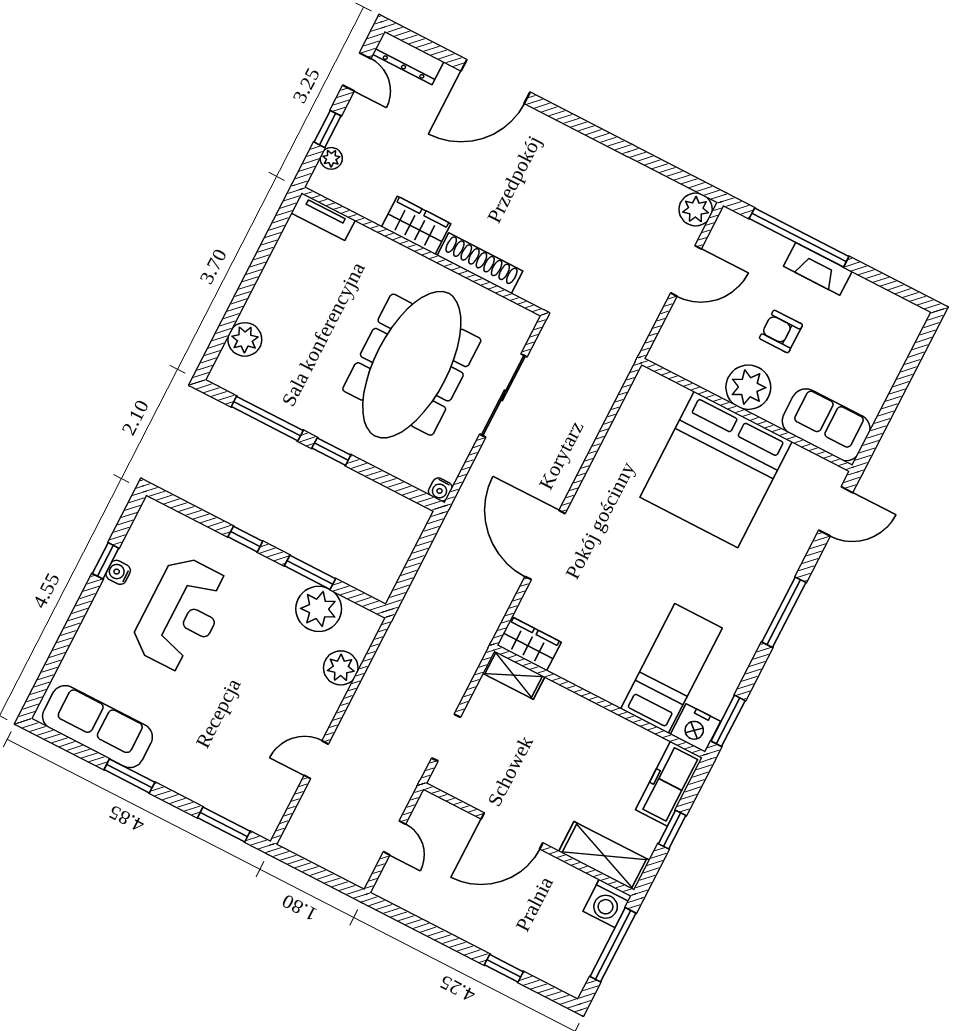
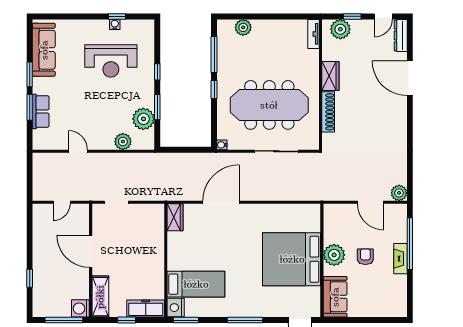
plant: (331, 158) -> (340, 29), width x1.88, depth x1.88
shelving: (514, 675) -> (158, 218), removed
row of seats: (208, 791) -> (41, 111), added
window: (224, 824) -> (30, 107), moved

